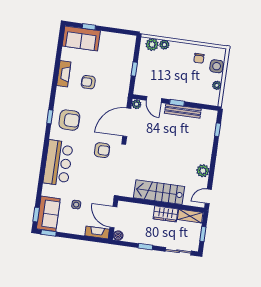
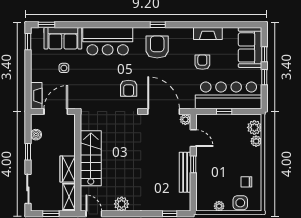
window: (109, 30) -> (264, 77), added
bar counter: (121, 63) -> (229, 95), added
door: (154, 99) -> (193, 138), swing flipped
armchair: (69, 120) -> (157, 47), turned 180
sofa: (48, 214) -> (63, 38), moved
boiler: (118, 236) -> (36, 135), moved

